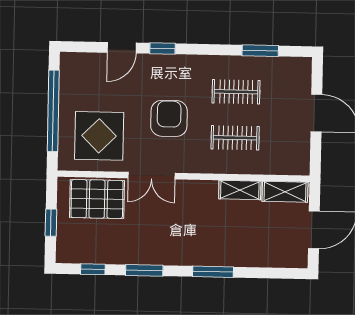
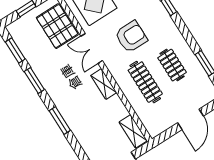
clothes rail: (235, 138) -> (145, 82), width x1.36
shelving: (240, 190) -> (104, 84), moved
window: (93, 269) -> (15, 51), width x1.50

